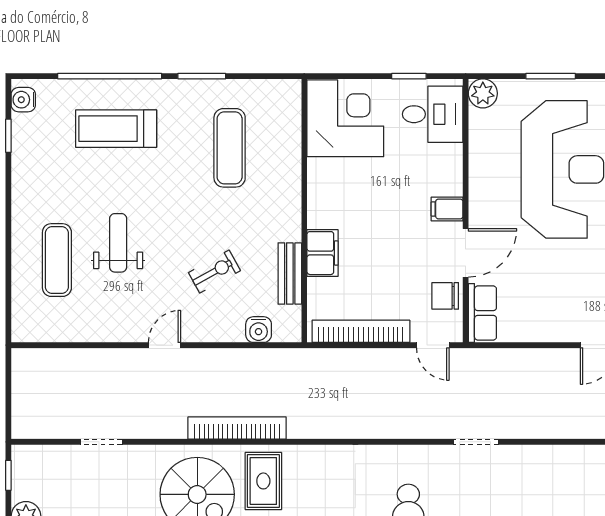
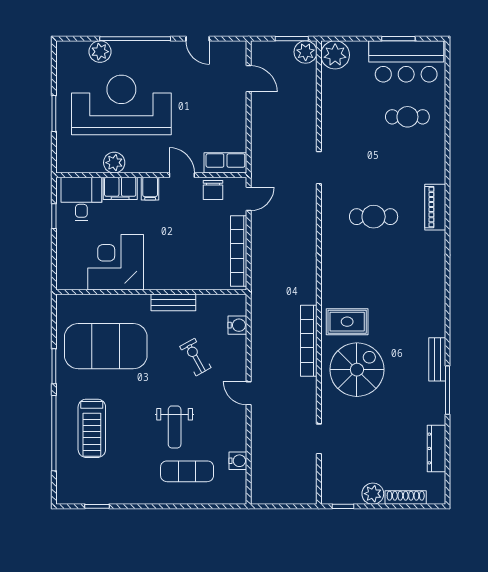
plant: (483, 93) -> (114, 163), moved
water cooler: (23, 100) -> (238, 461), moved, turned -90
corner desk: (345, 118) -> (116, 262), moved
exercise mat: (230, 148) -> (106, 346), width x2.00, depth x1.45
weight bench: (118, 243) -> (175, 427), turned -90
filing cabinet: (323, 253) -> (120, 188), moved, turned 180
door: (466, 253) -> (182, 175), width x0.73
bench: (290, 274) -> (173, 302), moved

